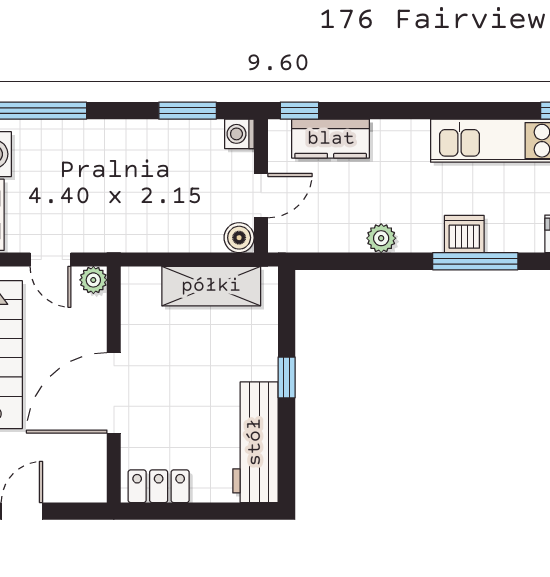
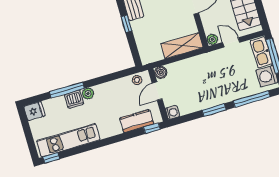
window: (188, 111) -> (214, 110), moved
stool: (301, 236) -> (137, 80), added
plant: (381, 238) -> (88, 94), moved
shelving: (211, 286) -> (182, 46), moved

